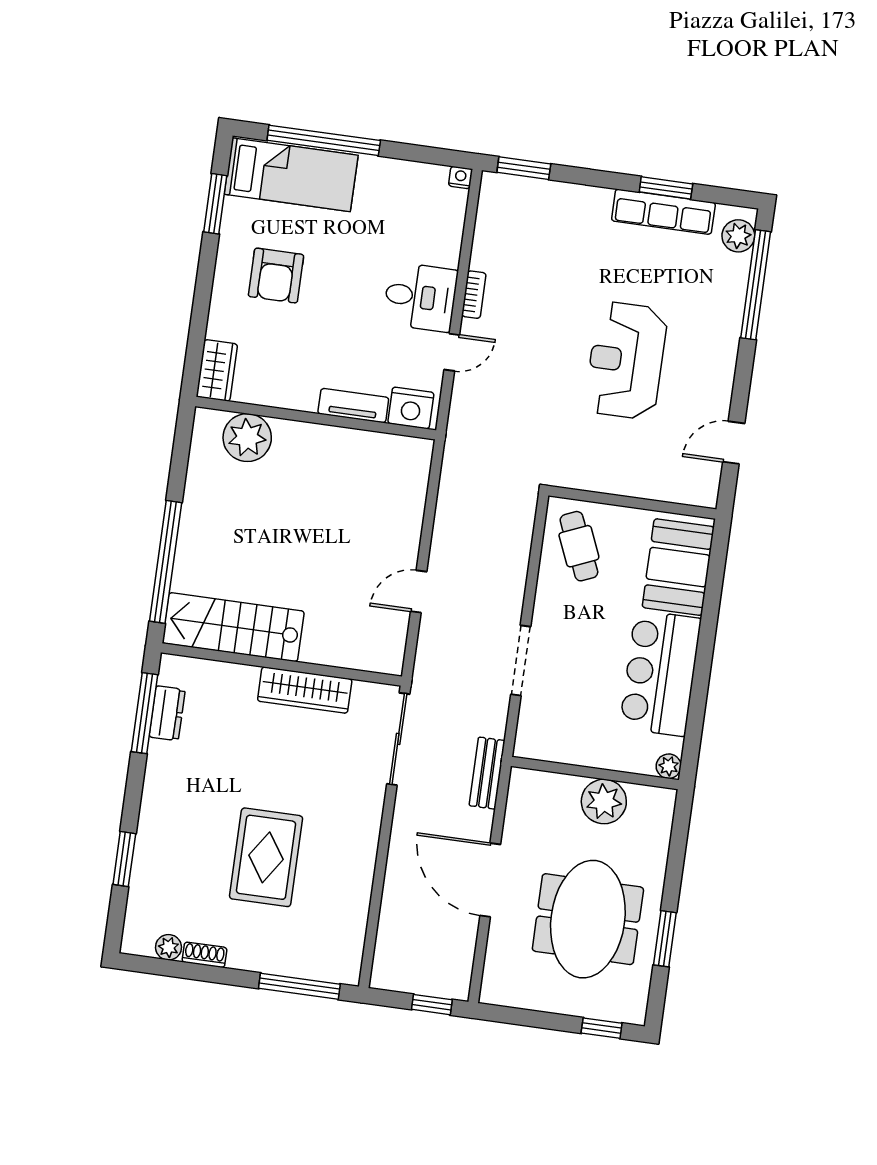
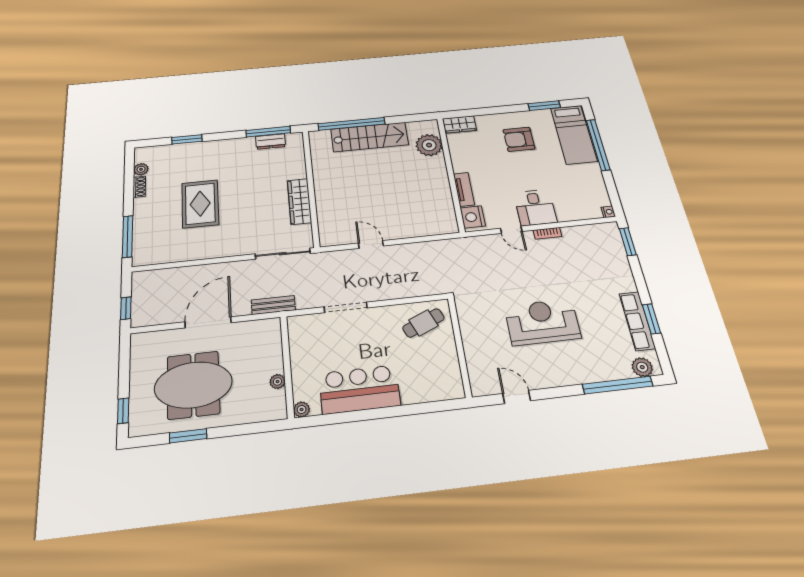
booth: (678, 567) -> (429, 383), removed
stairs: (233, 627) -> (370, 137), moved, turned 90
plant: (604, 802) -> (277, 381), width x0.53, depth x0.53
rug: (266, 857) -> (200, 204), turned 90

